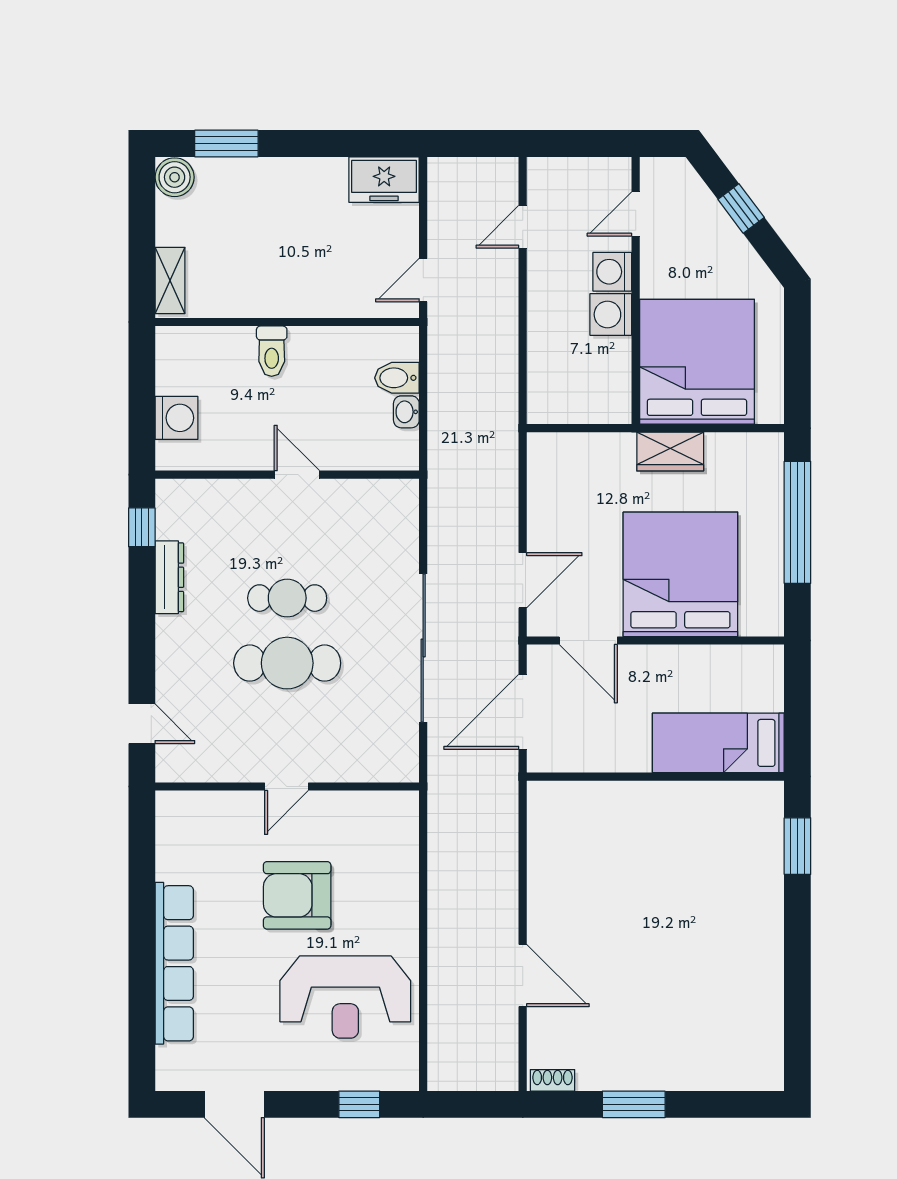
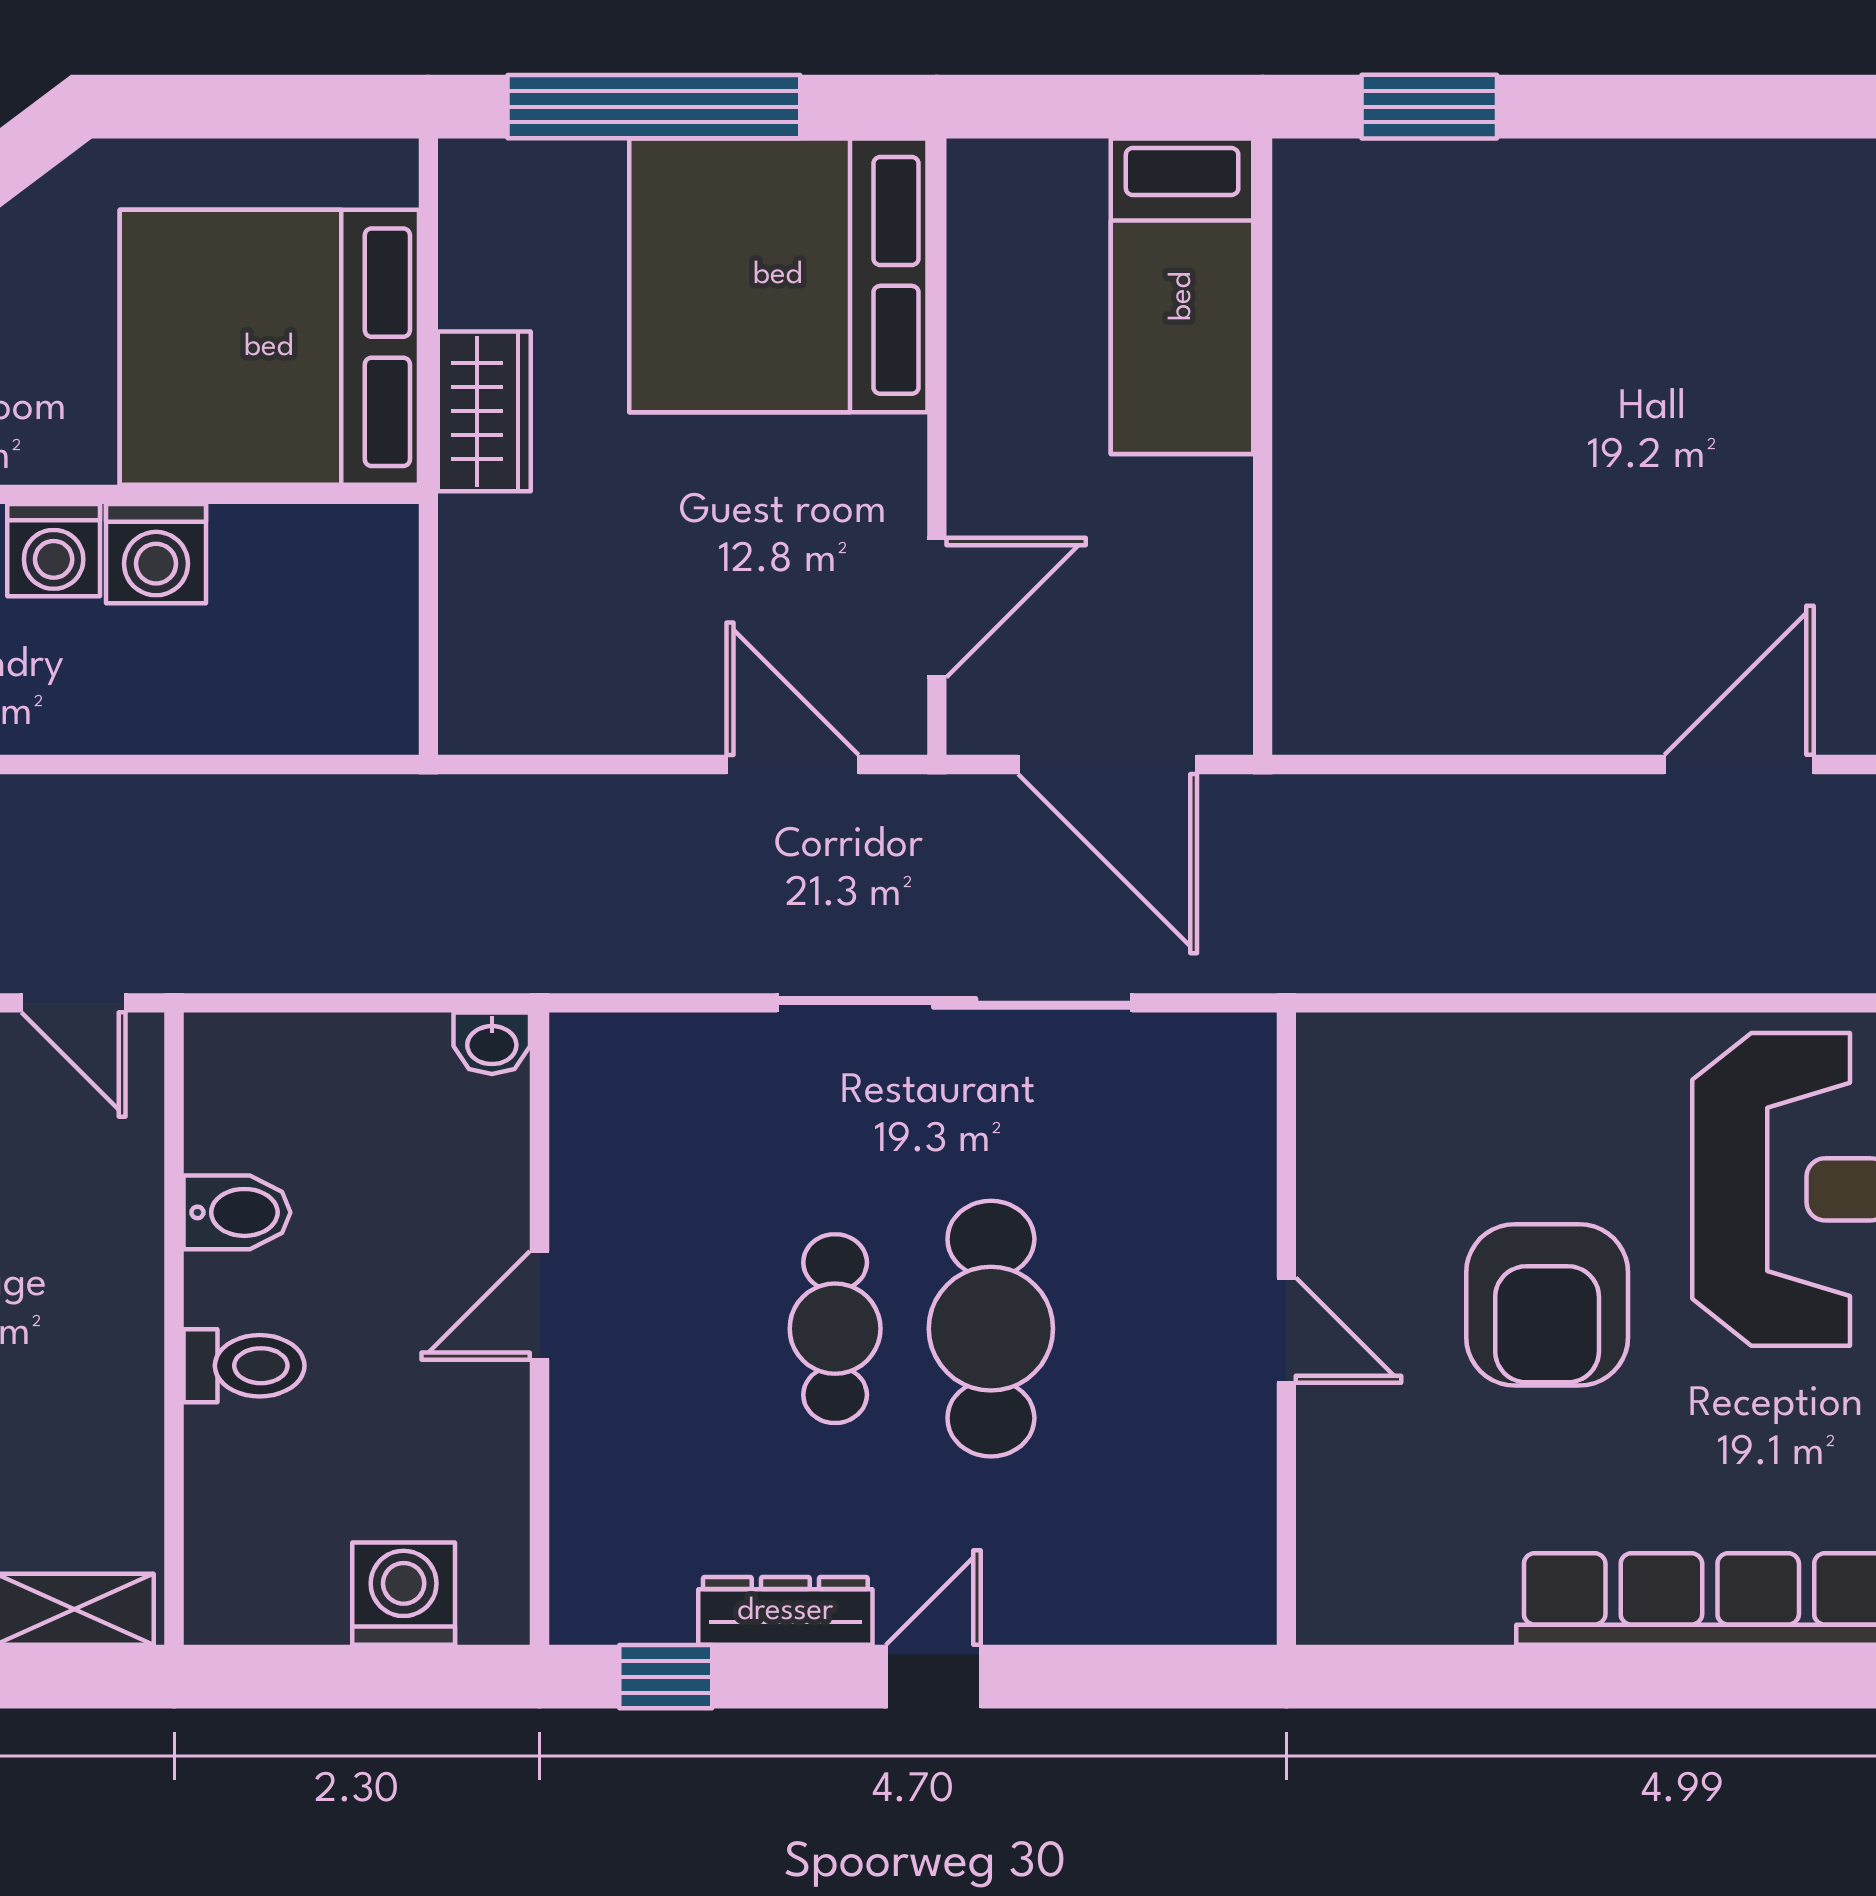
bidet: (397, 378) -> (237, 1212), moved, turned -90
washbasin: (406, 412) -> (492, 1043), moved
bed: (680, 574) -> (778, 275), moved
door: (142, 724) -> (933, 1677), moved

